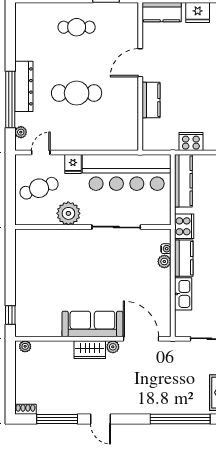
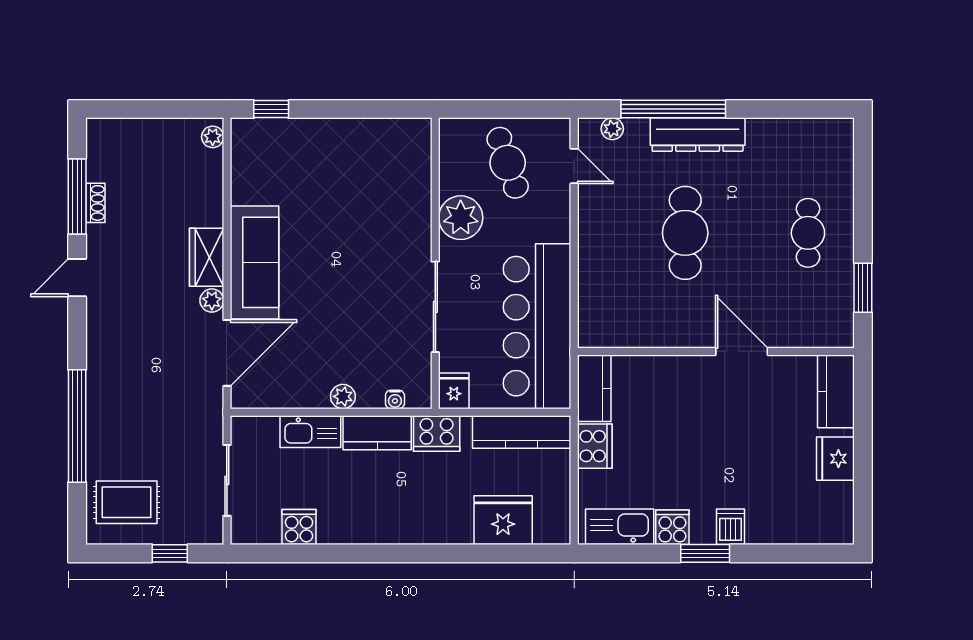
kitchen counter: (151, 100) -> (594, 388), moved, turned -90
fridge: (73, 164) -> (454, 391), moved, turned 90
plant: (164, 261) -> (343, 396), moved
shoe rack: (25, 409) -> (95, 203), moved

